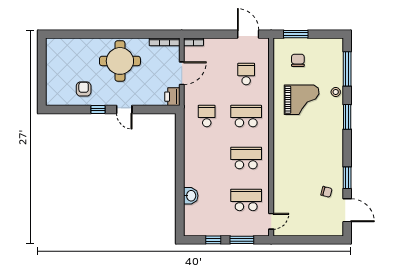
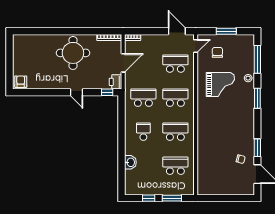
window: (296, 34) -> (226, 31), moved
school desk: (246, 74) -> (175, 64), width x1.85
armchair: (84, 89) -> (21, 82), moved
window: (98, 110) -> (107, 92), moved
school desk: (207, 116) -> (143, 98), width x1.85
school desk: (207, 158) -> (143, 132), added
door: (271, 221) -> (196, 46), moved

